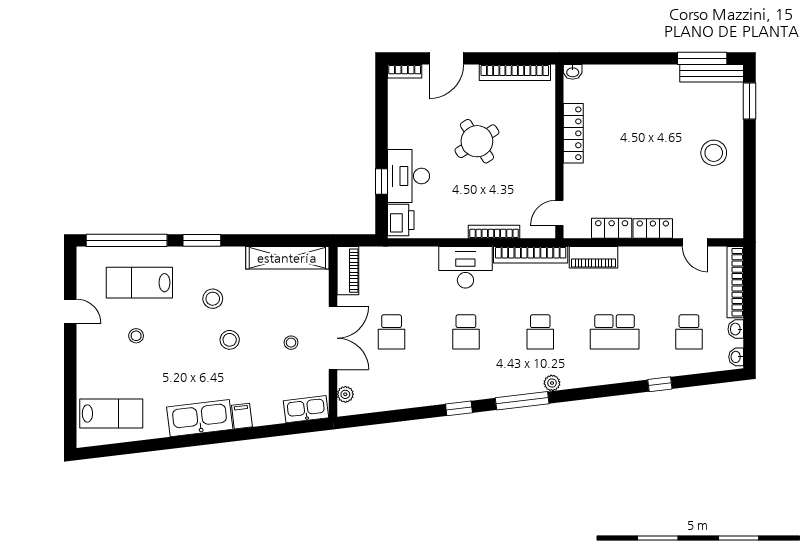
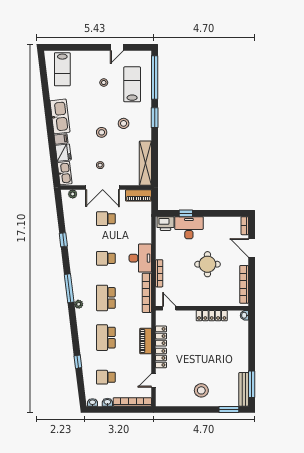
round table: (477, 141) -> (207, 264), turned 33
piano: (593, 257) -> (146, 341), moved
school desk: (540, 332) -> (106, 298), width x1.85
window: (459, 408) -> (63, 240), moved
fridge: (268, 412) -> (63, 153), added

